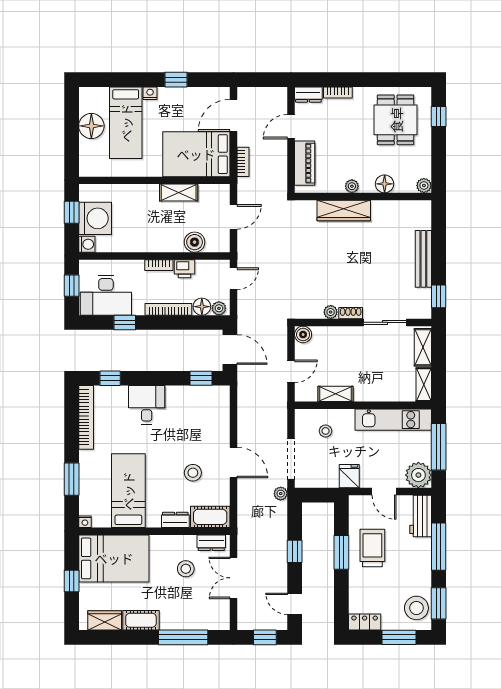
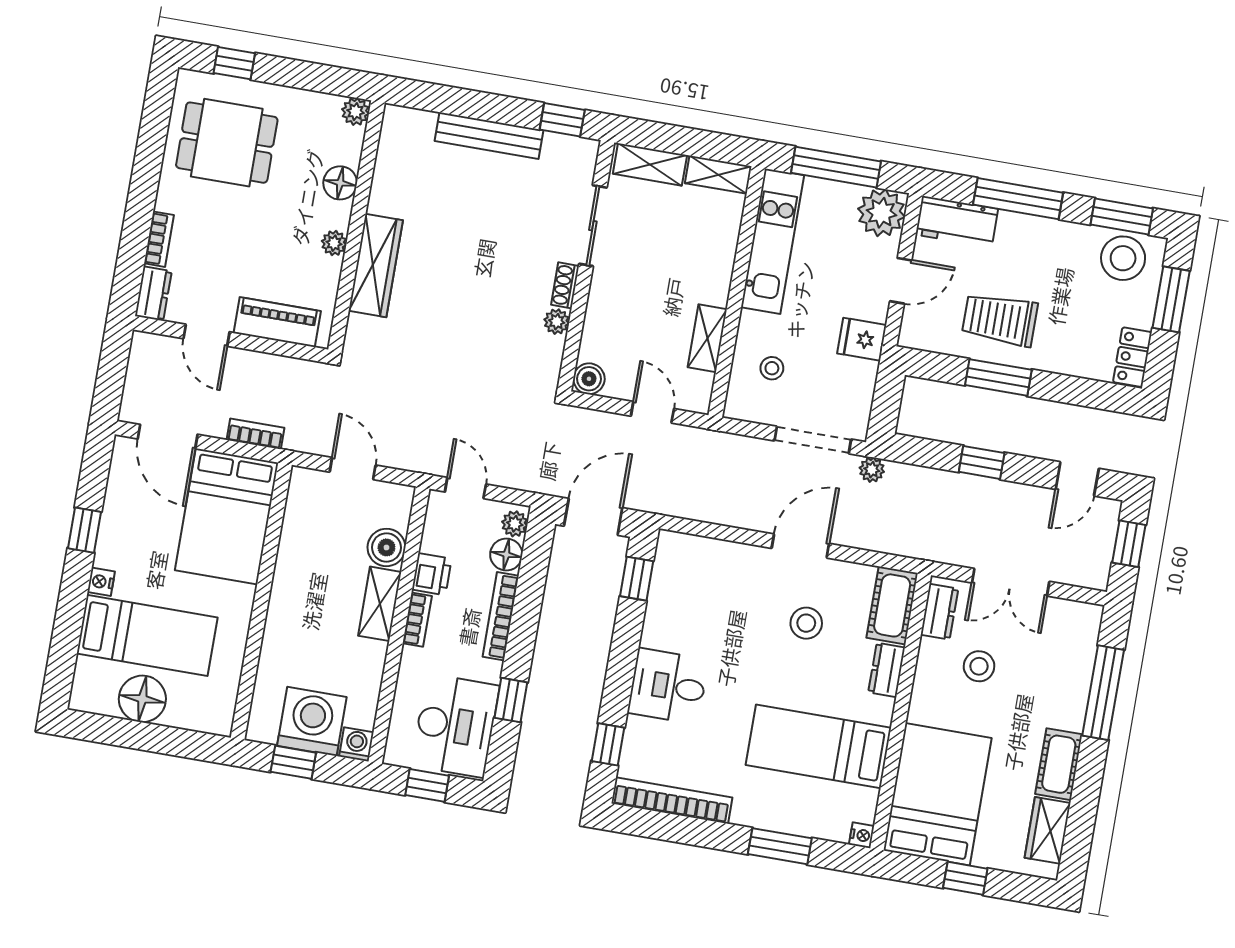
shelving: (179, 193) -> (380, 604), moved

